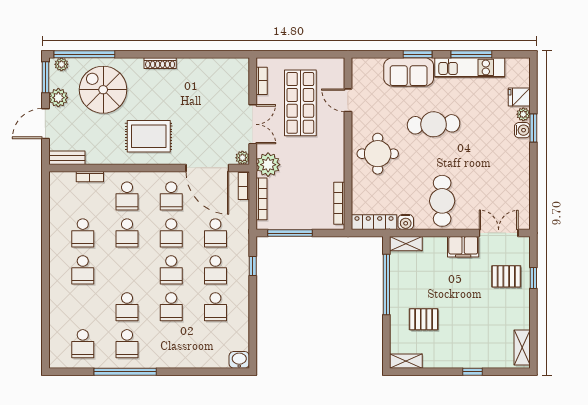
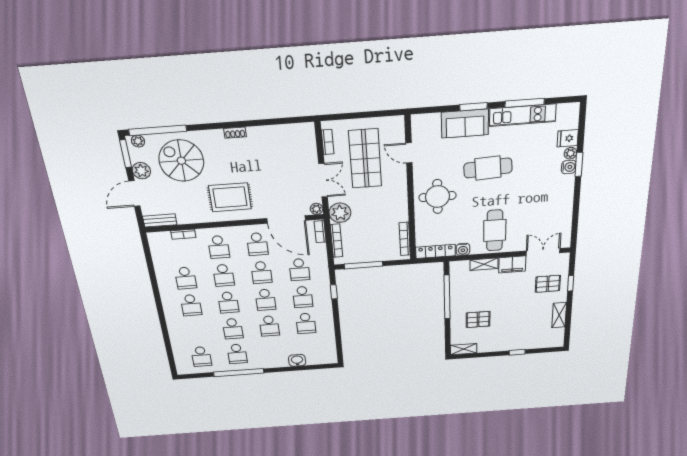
shoe rack: (160, 63) -> (235, 133), width x0.70
shelving: (406, 244) -> (484, 264), moved
school desk: (127, 270) -> (228, 302), added
shelving: (522, 348) -> (559, 315), moved
washbasin: (239, 360) -> (297, 360), moved

